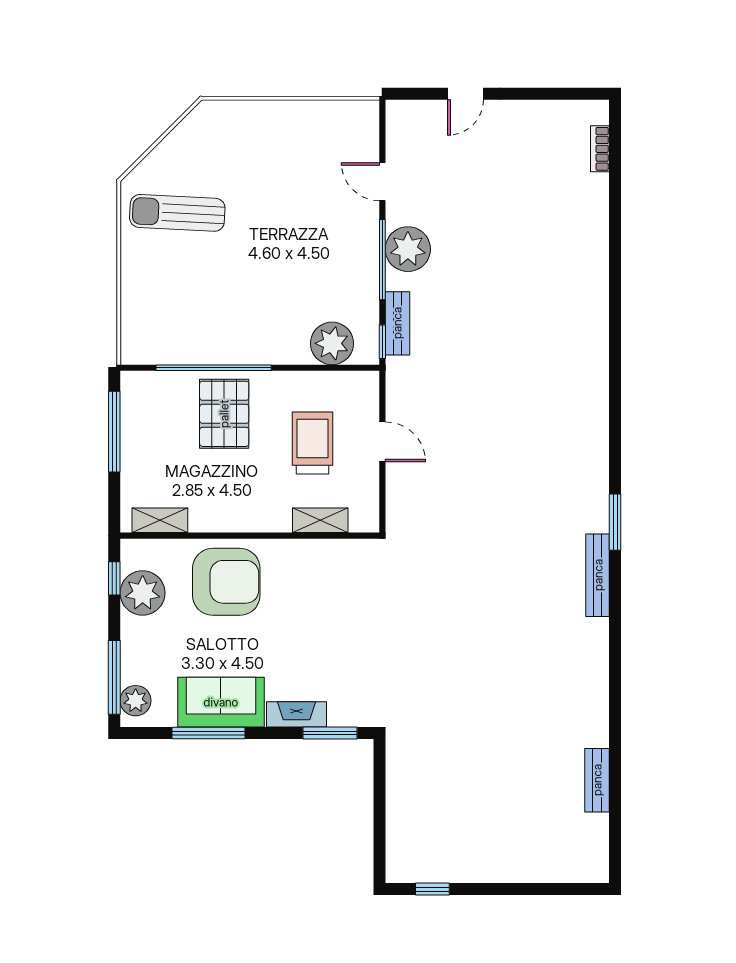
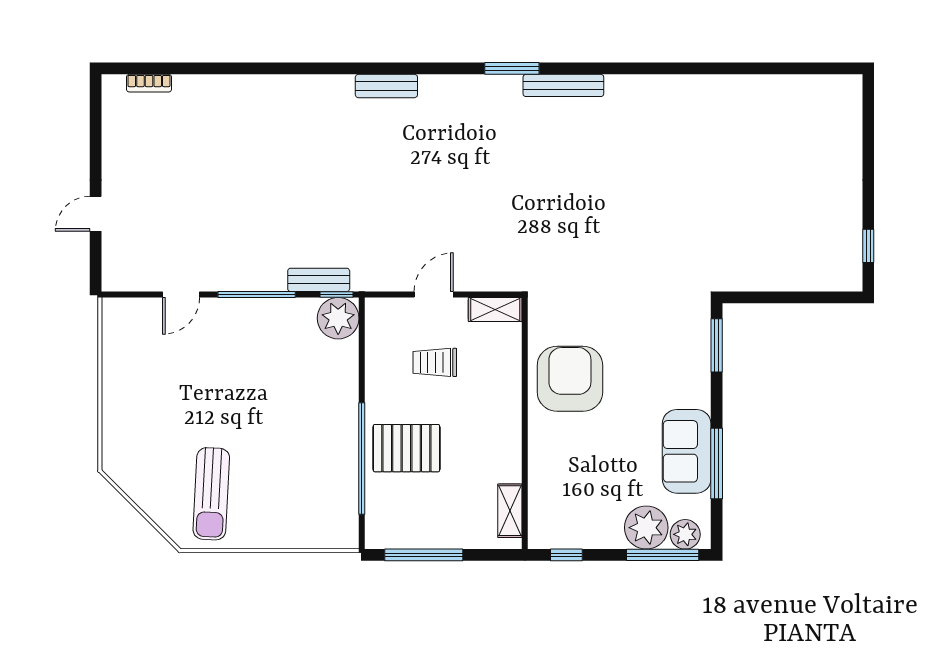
door: (465, 94) -> (96, 214), swing flipped
plant: (408, 249) -> (246, 270), removed
plant: (332, 343) -> (338, 318), moved
trolley: (313, 443) -> (435, 362), width x0.73, depth x0.72
shelving: (320, 520) -> (495, 309), moved, turned 90
armchair: (226, 582) -> (570, 379), moved
plant: (143, 593) -> (646, 528), moved
fireplace: (296, 714) -> (698, 378), removed
bench: (597, 780) -> (386, 86), moved

